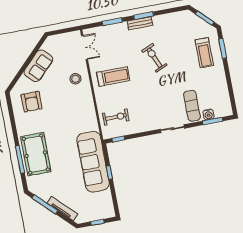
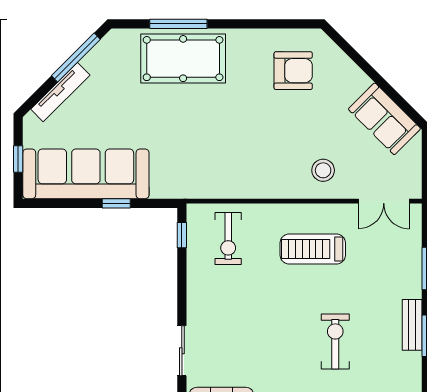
exercise bike: (154, 58) -> (335, 341), turned -67
sofa: (38, 66) -> (384, 119), moved
treadmill: (113, 77) -> (313, 249), turned 90
armchair: (32, 102) -> (293, 71), turned 180
sofa: (93, 162) -> (86, 174), moved

